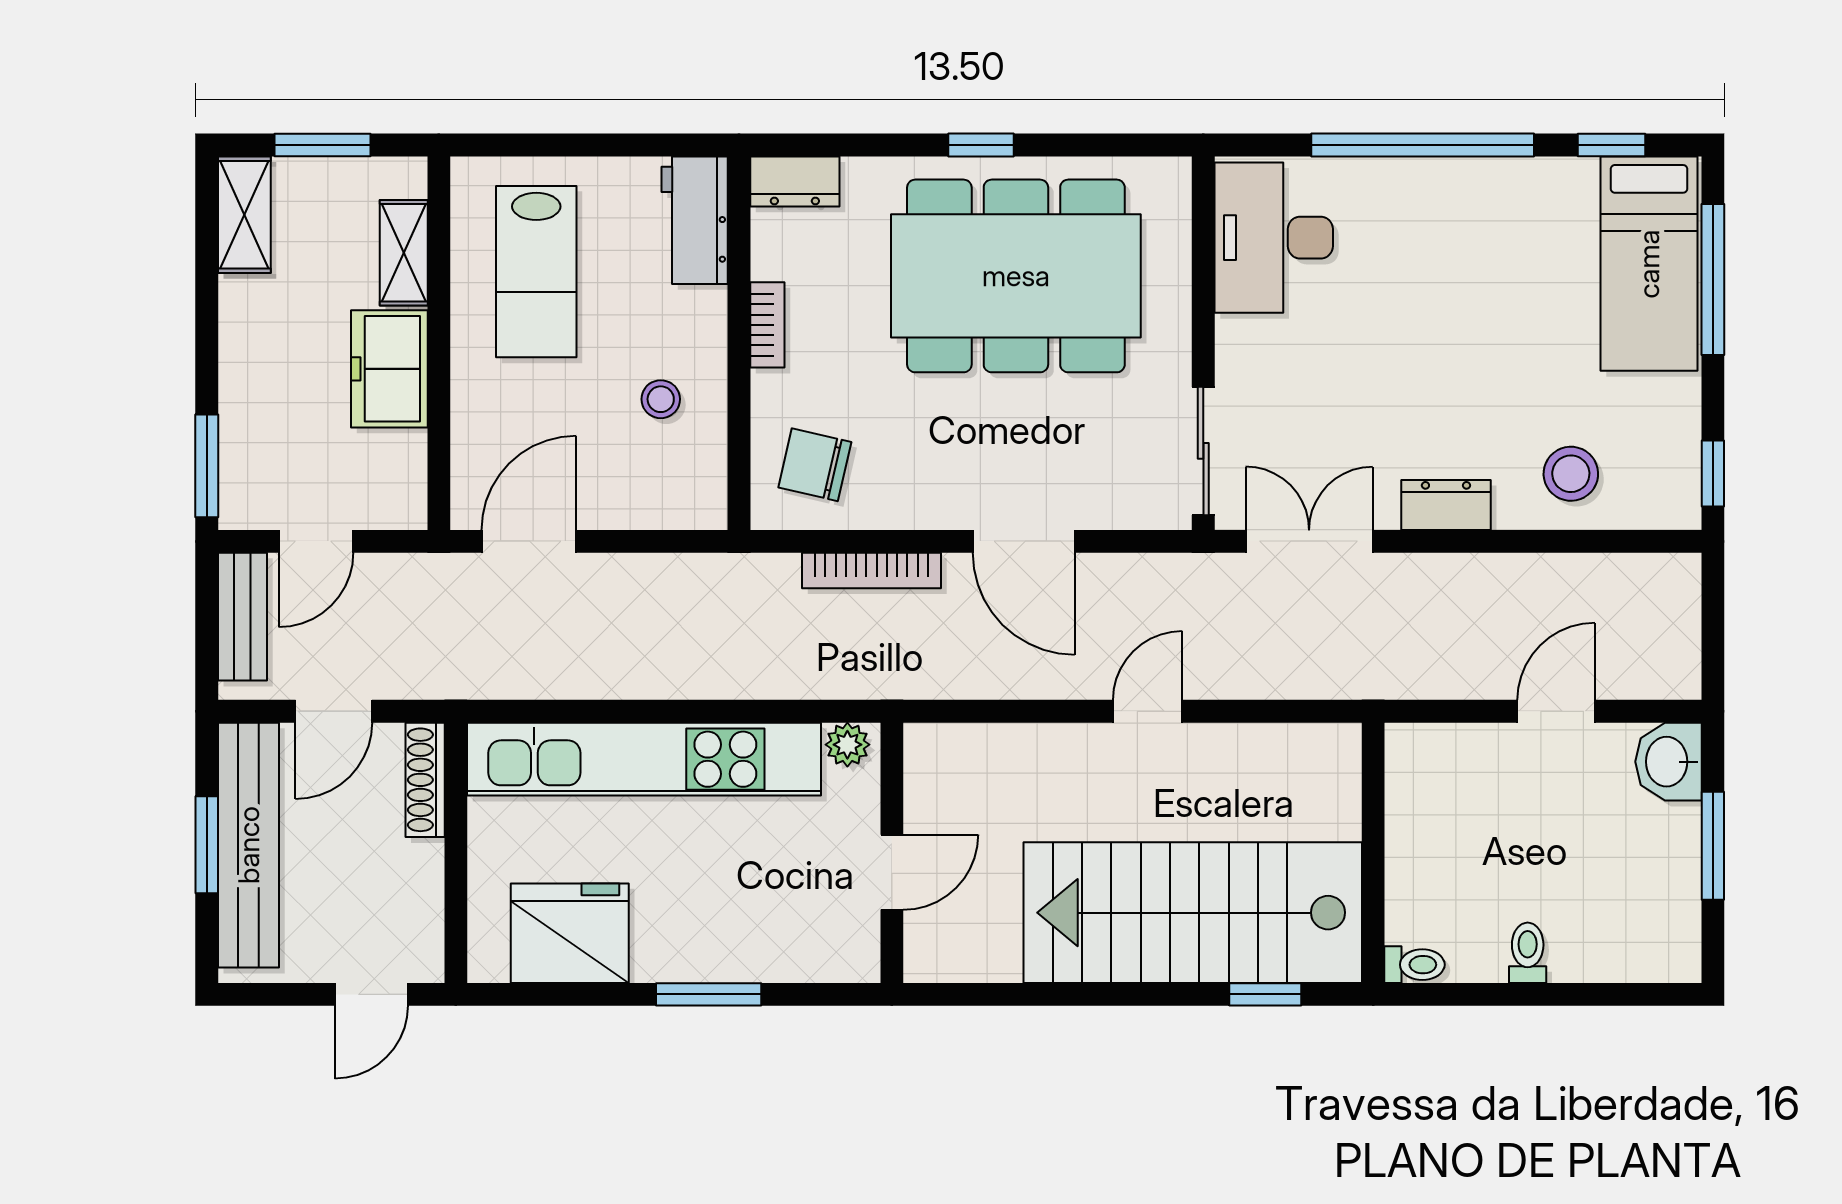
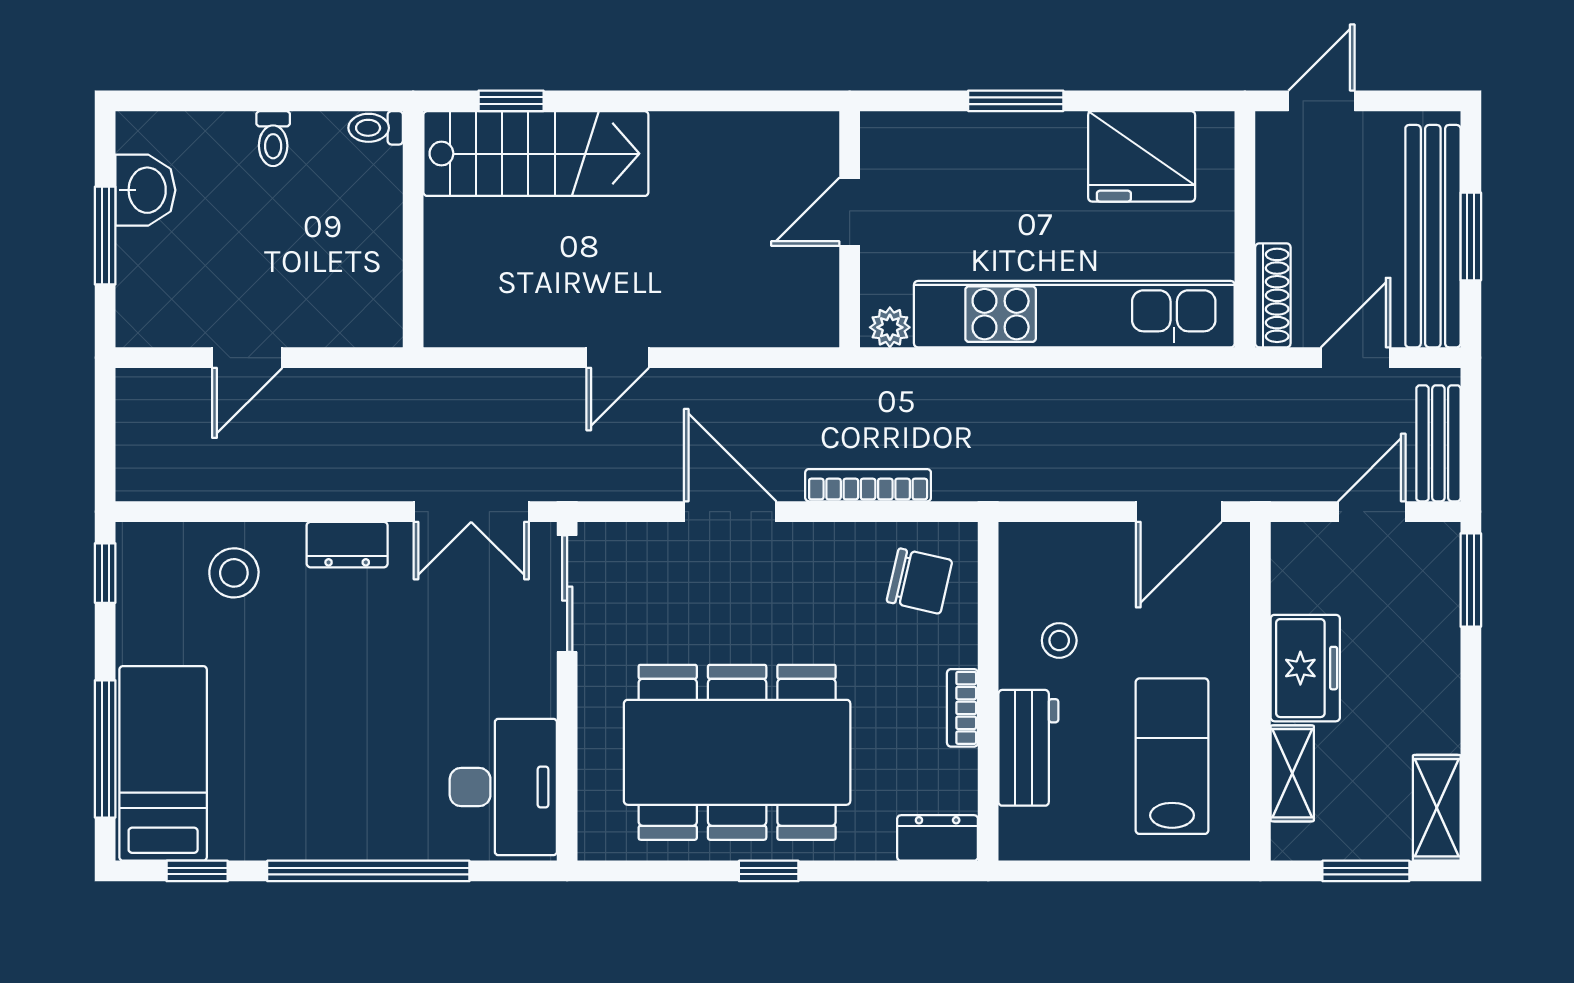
workbench: (695, 220) -> (1028, 748), moved
washbasin: (1669, 762) -> (145, 190), moved
stairs: (1193, 913) -> (536, 154), width x0.73, depth x0.66

